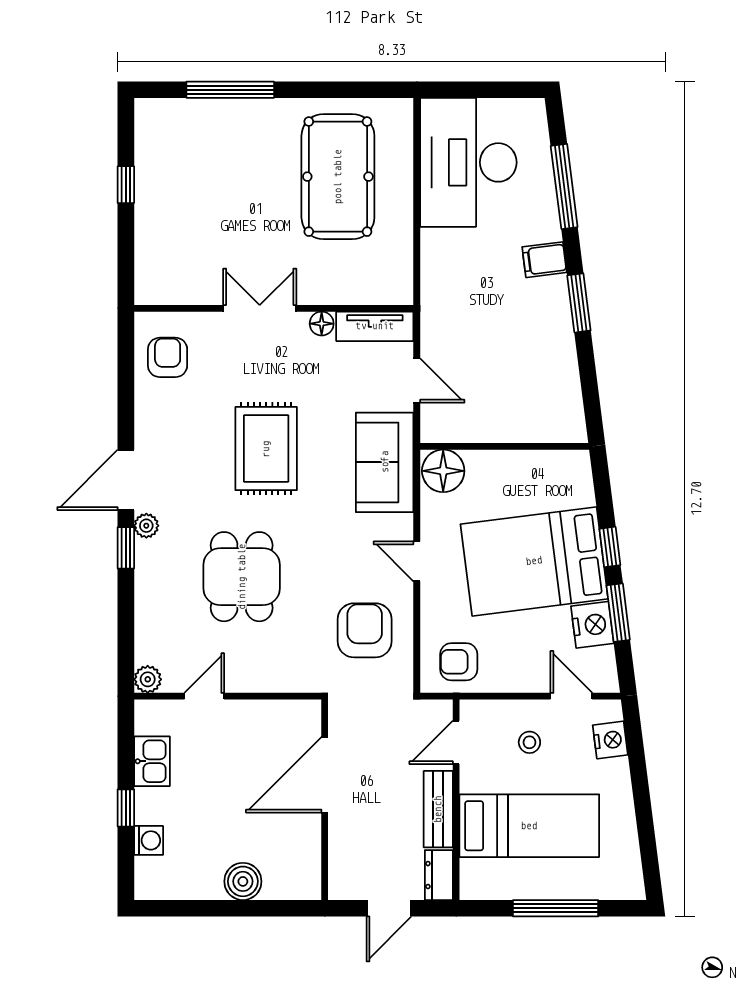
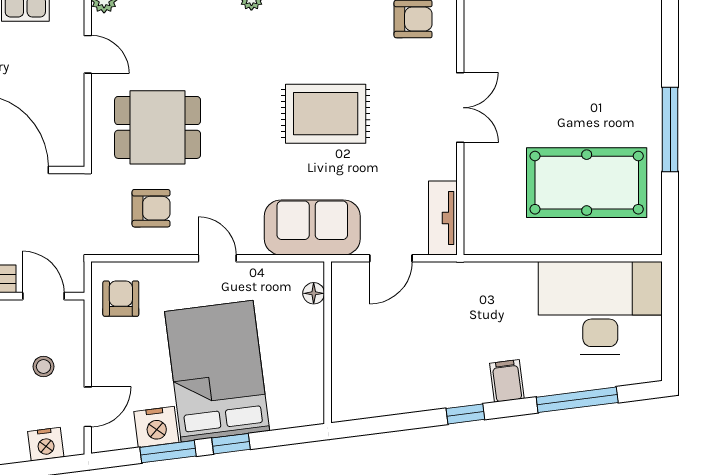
window: (230, 90) -> (670, 129), moved
window: (579, 303) -> (465, 414), width x0.67
floor lamp: (322, 324) -> (446, 167), removed
floor lamp: (443, 471) -> (314, 293), width x0.53, depth x0.53
door: (417, 561) -> (217, 258), hinge flipped
dining table: (242, 577) -> (158, 127), moved
armchair: (365, 630) -> (151, 208), width x0.72, depth x0.72

